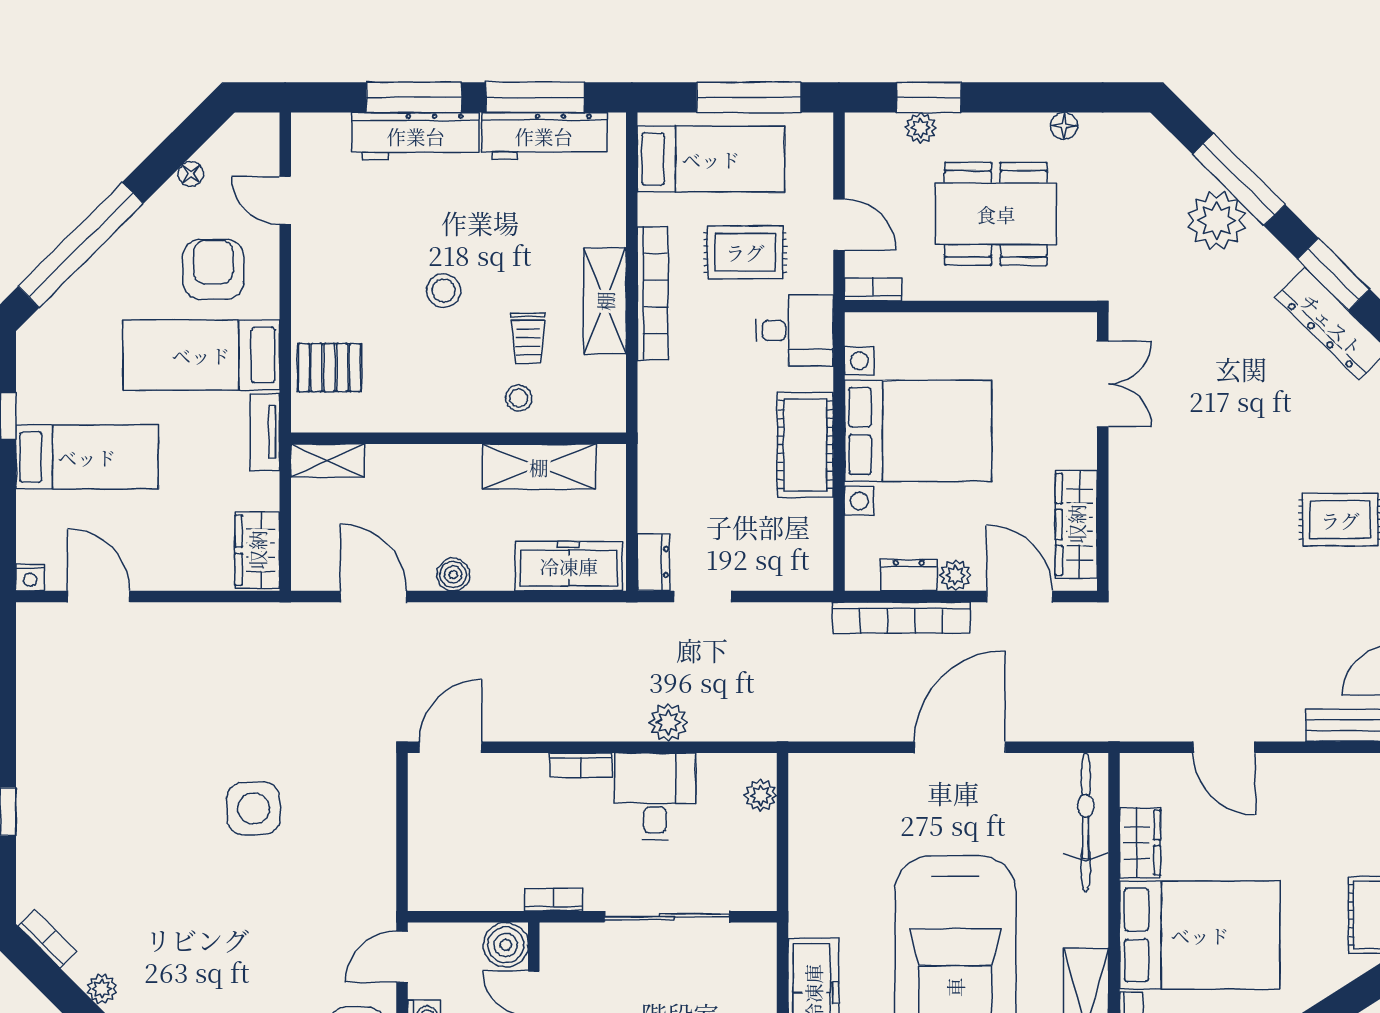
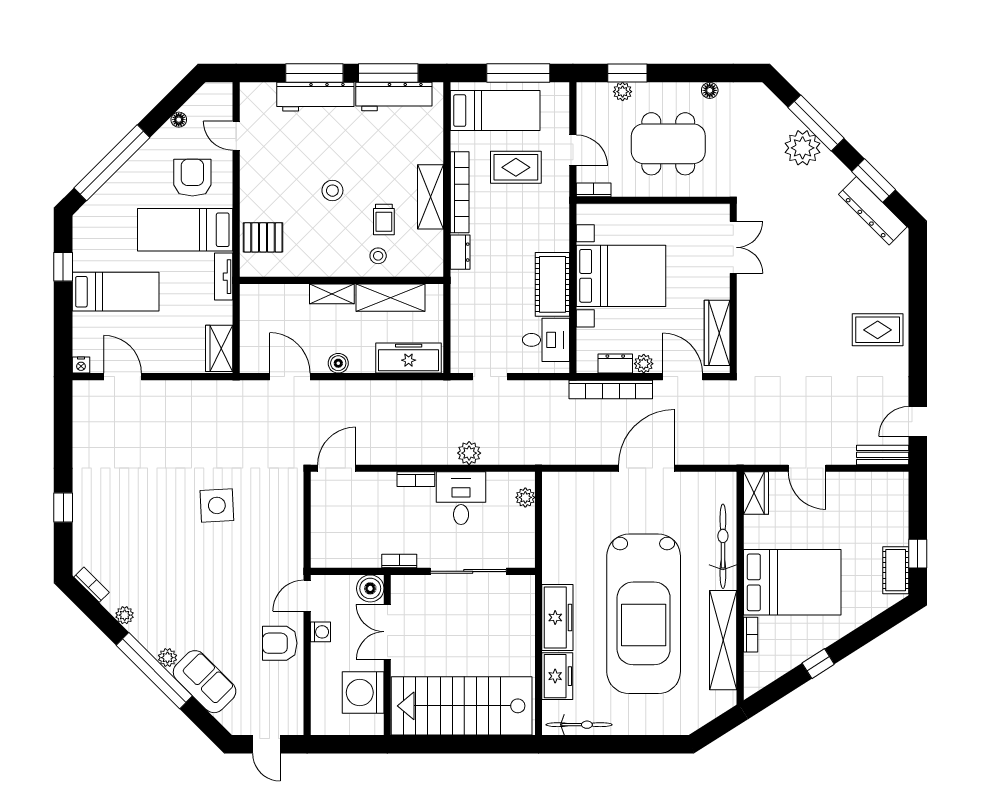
desk: (795, 330) -> (546, 340), moved
shelving: (328, 461) -> (332, 294), moved
dresser: (653, 562) -> (460, 252), moved
bicycle: (1086, 823) -> (723, 546), moved
wardrobe: (1140, 843) -> (756, 493), moved

